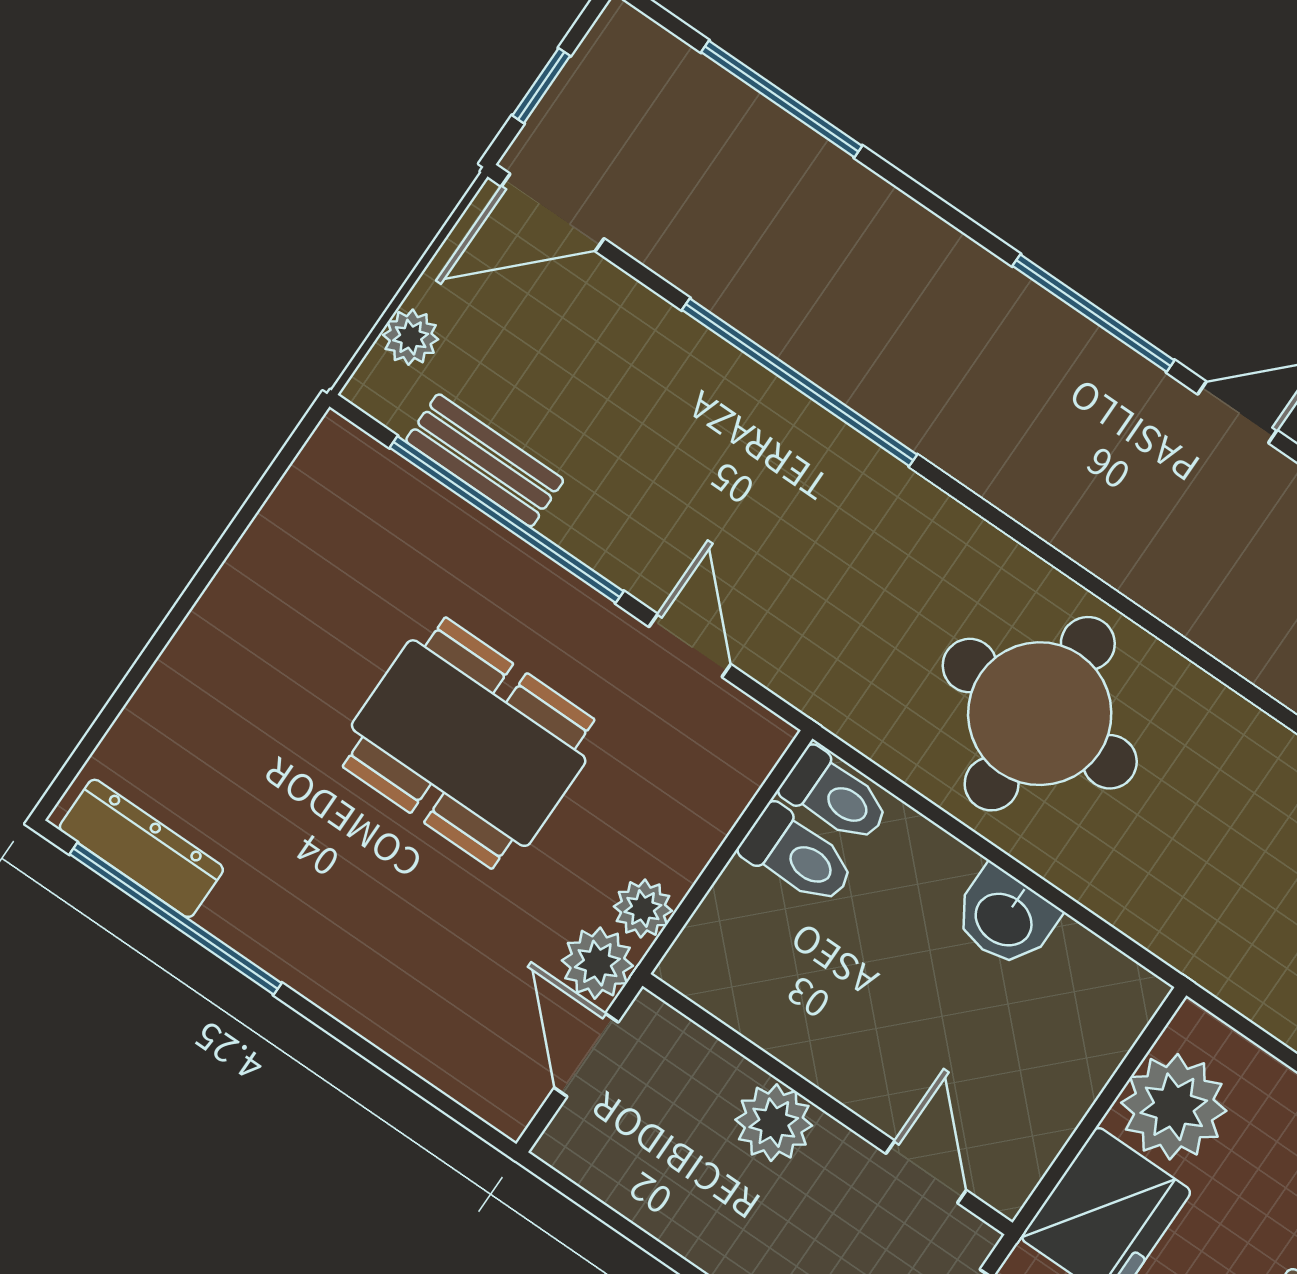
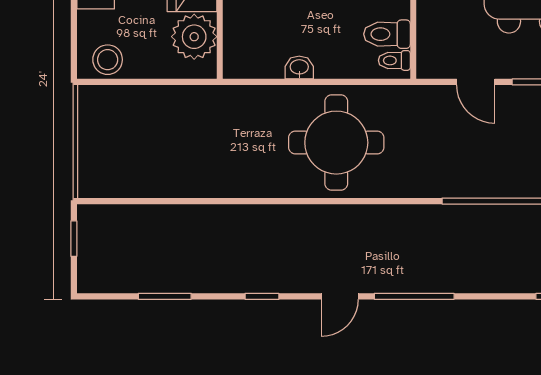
toilet: (835, 796) -> (394, 60), width x0.73, depth x0.72
washbasin: (1005, 918) -> (299, 68), width x0.72, depth x0.69

